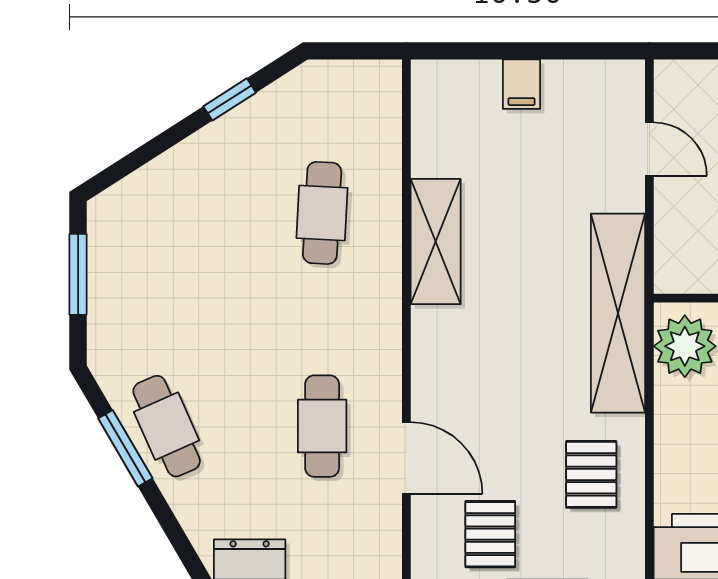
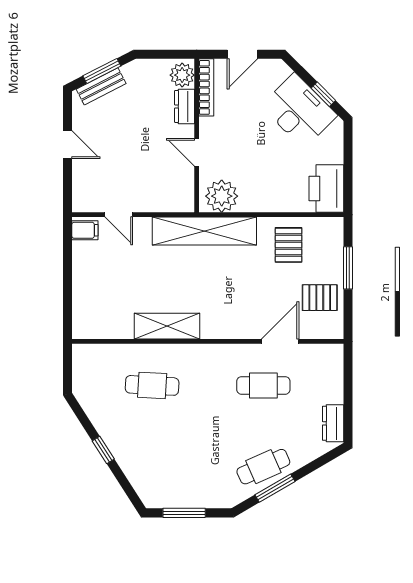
filing cabinet: (521, 84) -> (85, 230), moved
window: (230, 99) -> (103, 450), moved
door: (649, 149) -> (119, 215), swing flipped
pallet: (591, 474) -> (289, 245), turned 90

